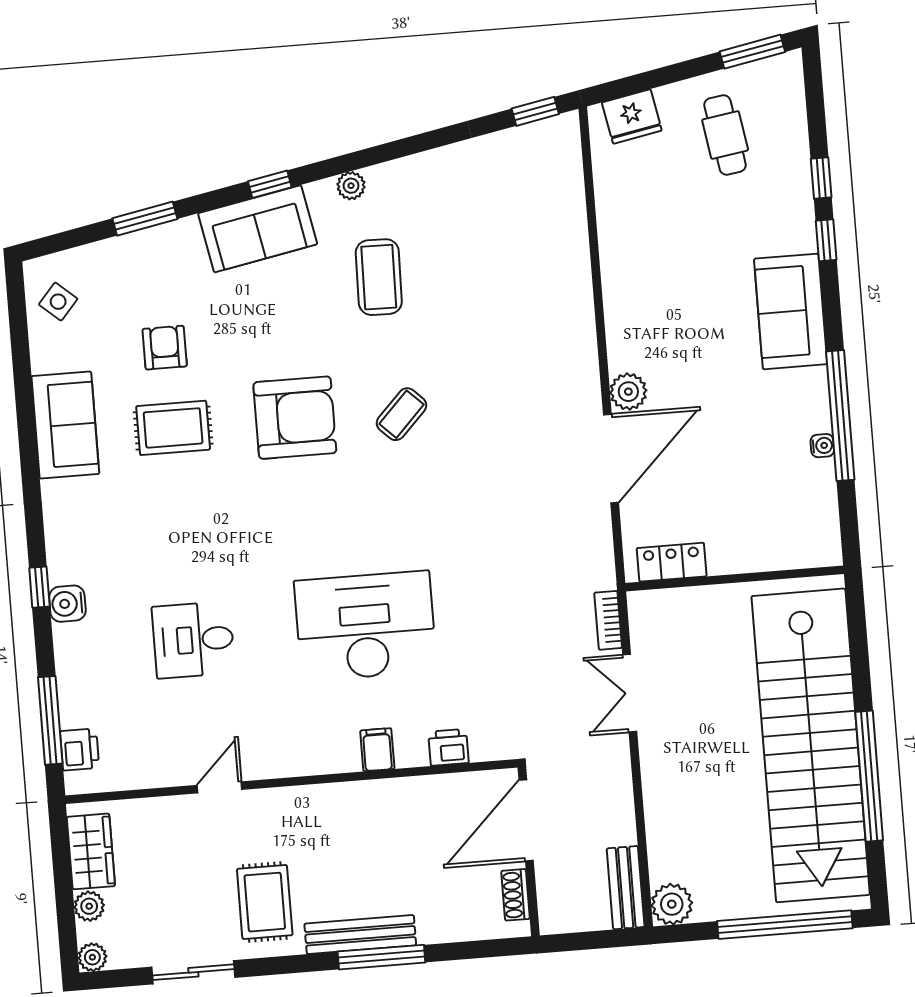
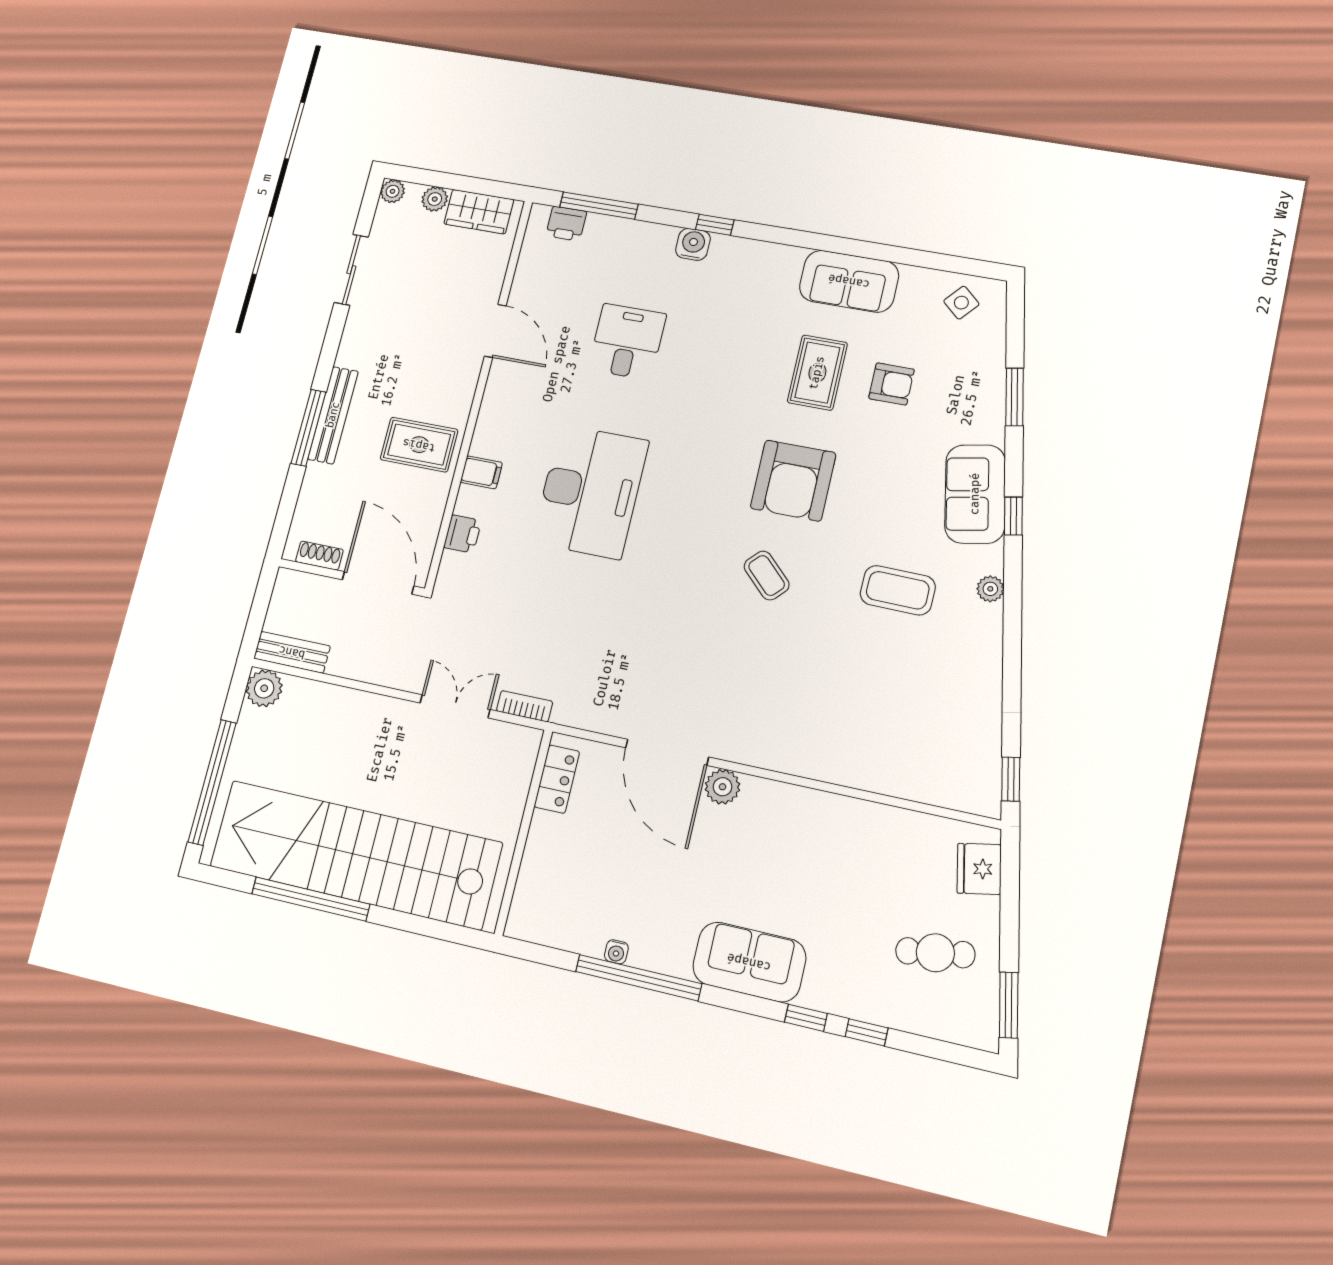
door: (220, 787) -> (495, 331), width x1.38
rug: (265, 902) -> (419, 445), moved

